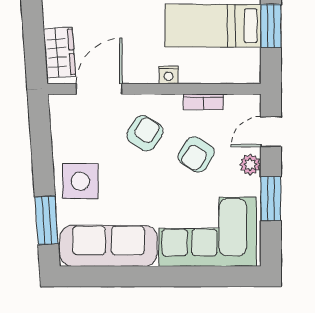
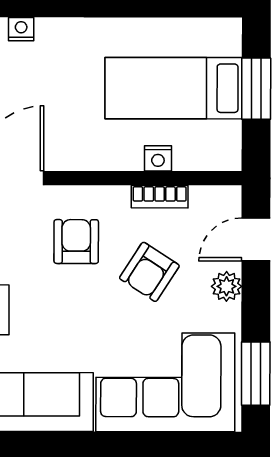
nightstand: (169, 75) -> (158, 158), moved
armchair: (145, 133) -> (76, 242), turned -32
window: (271, 199) -> (256, 374), moved

